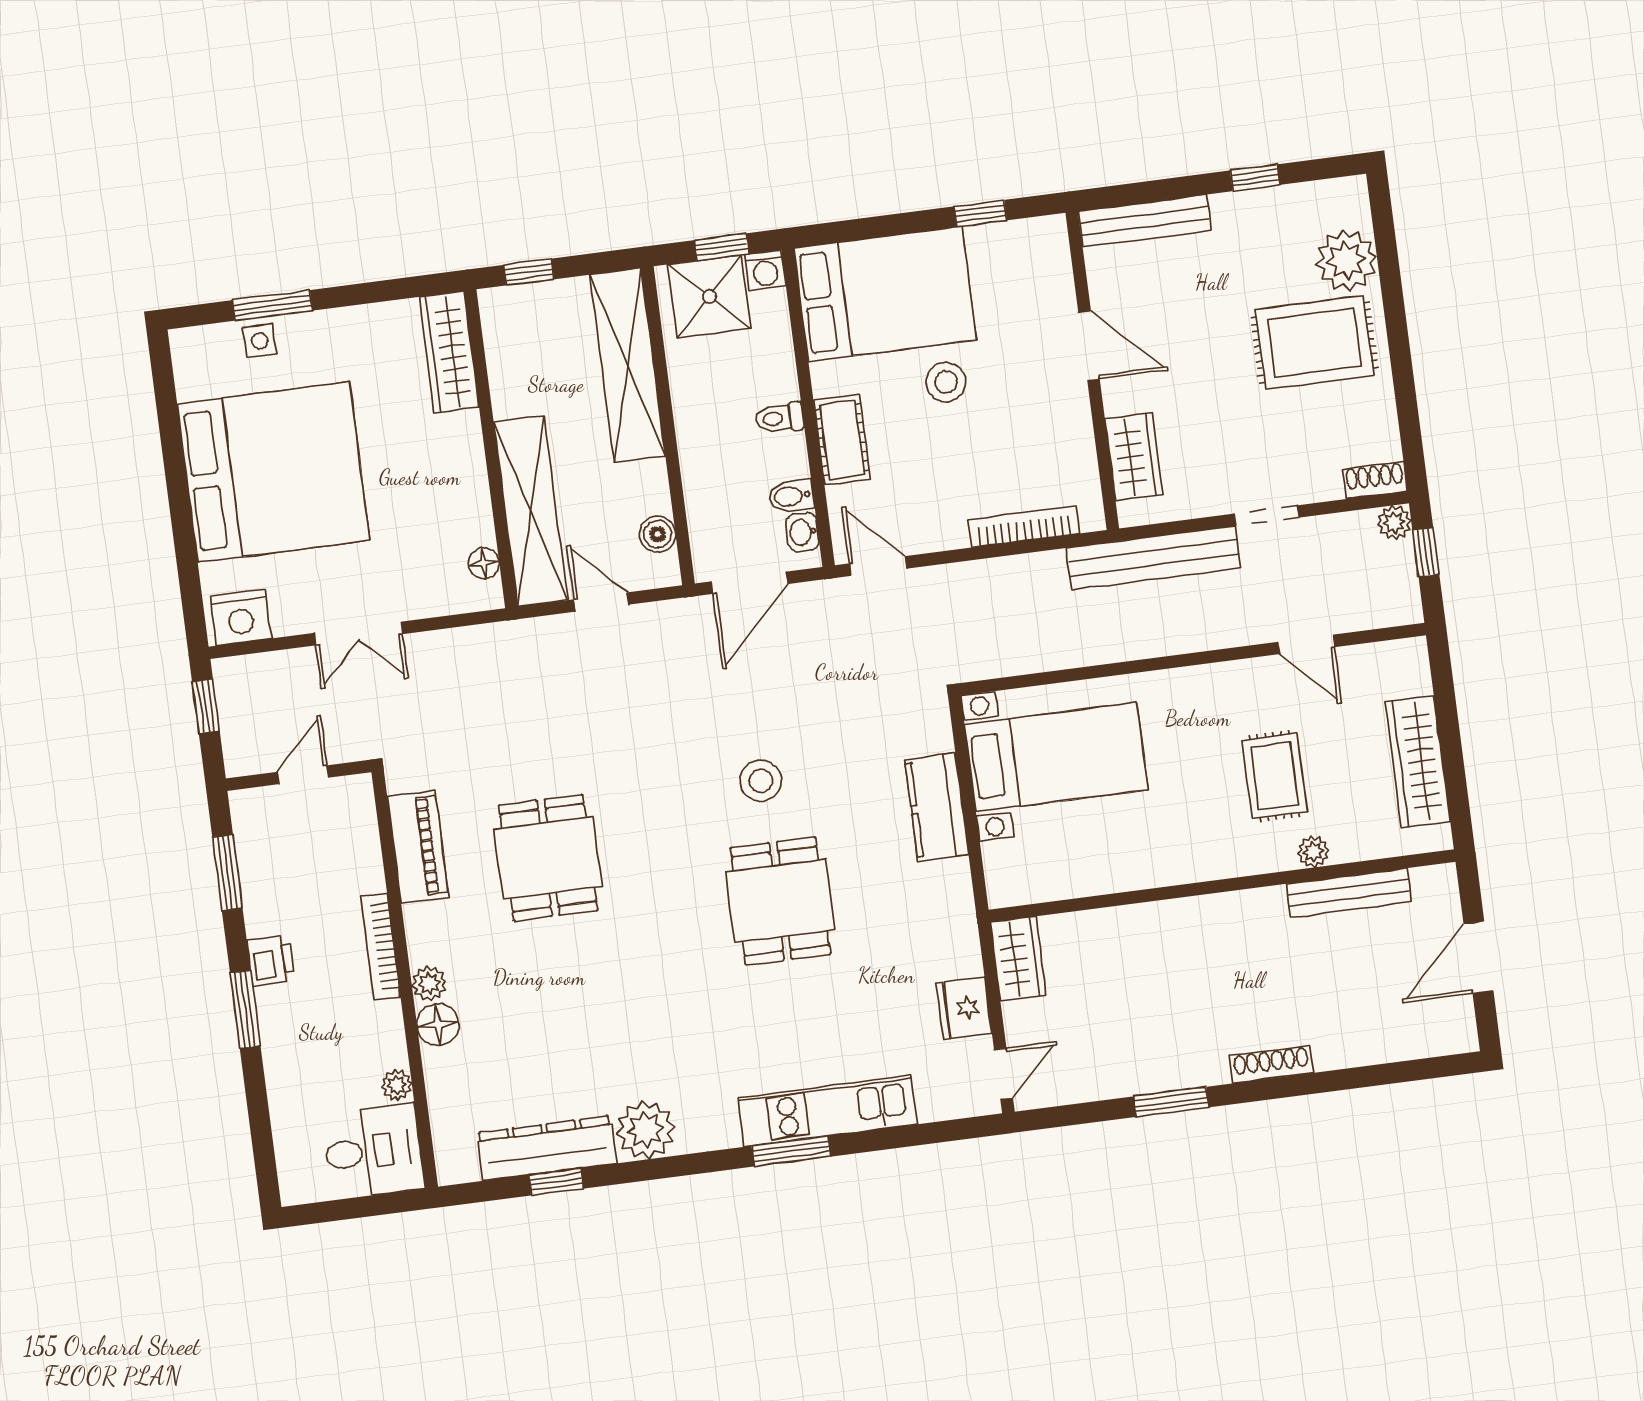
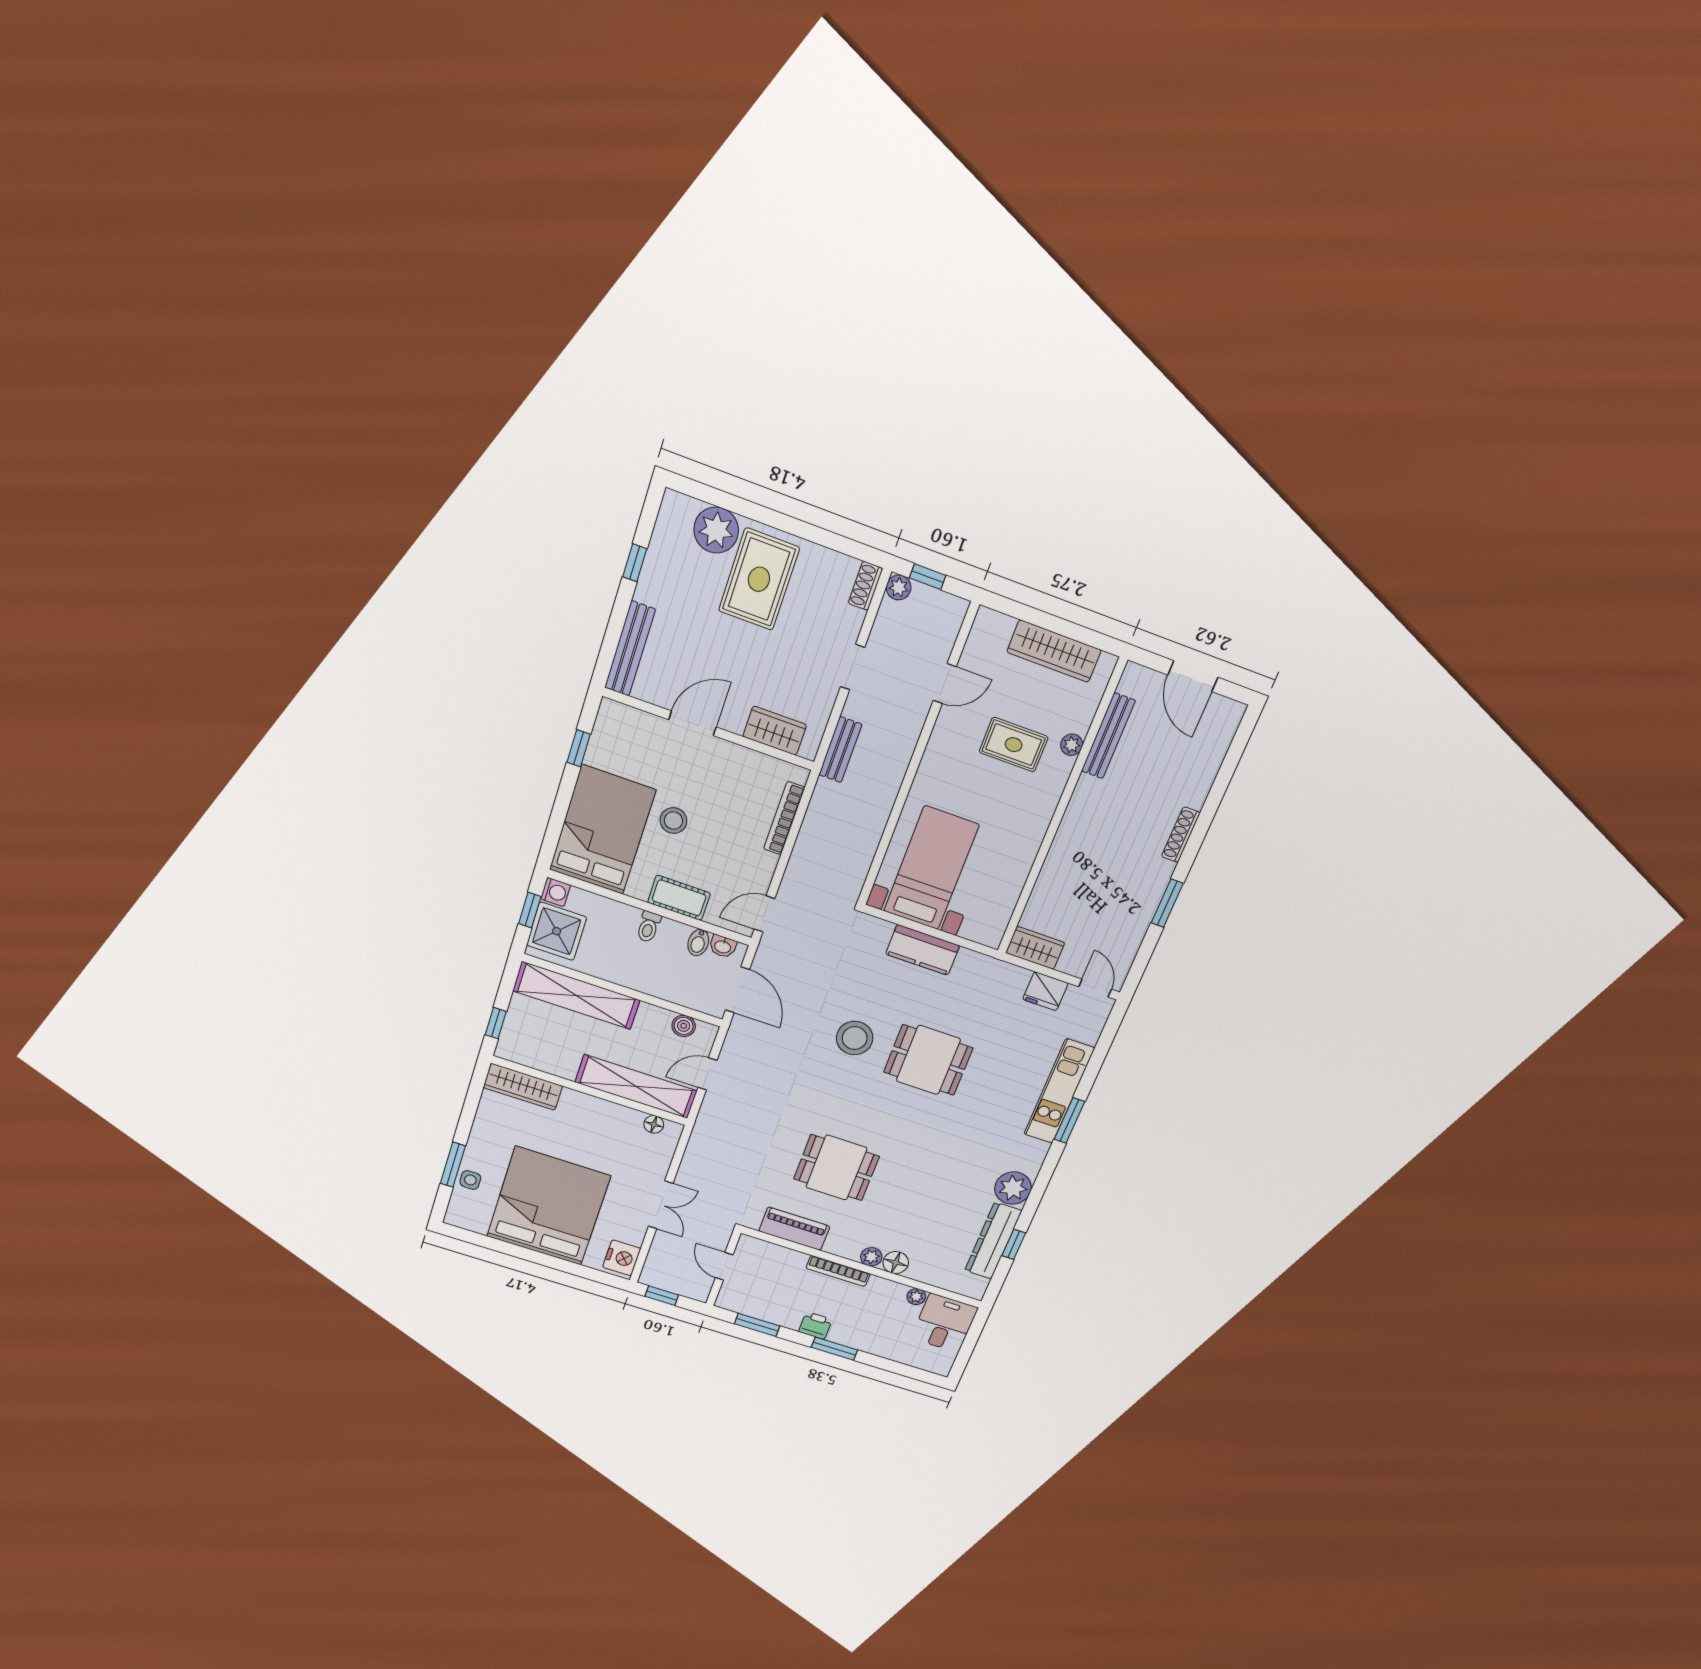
bench: (1153, 558) -> (840, 750), width x0.54, depth x0.82
stool: (761, 781) -> (855, 1038), width x1.38, depth x1.38

